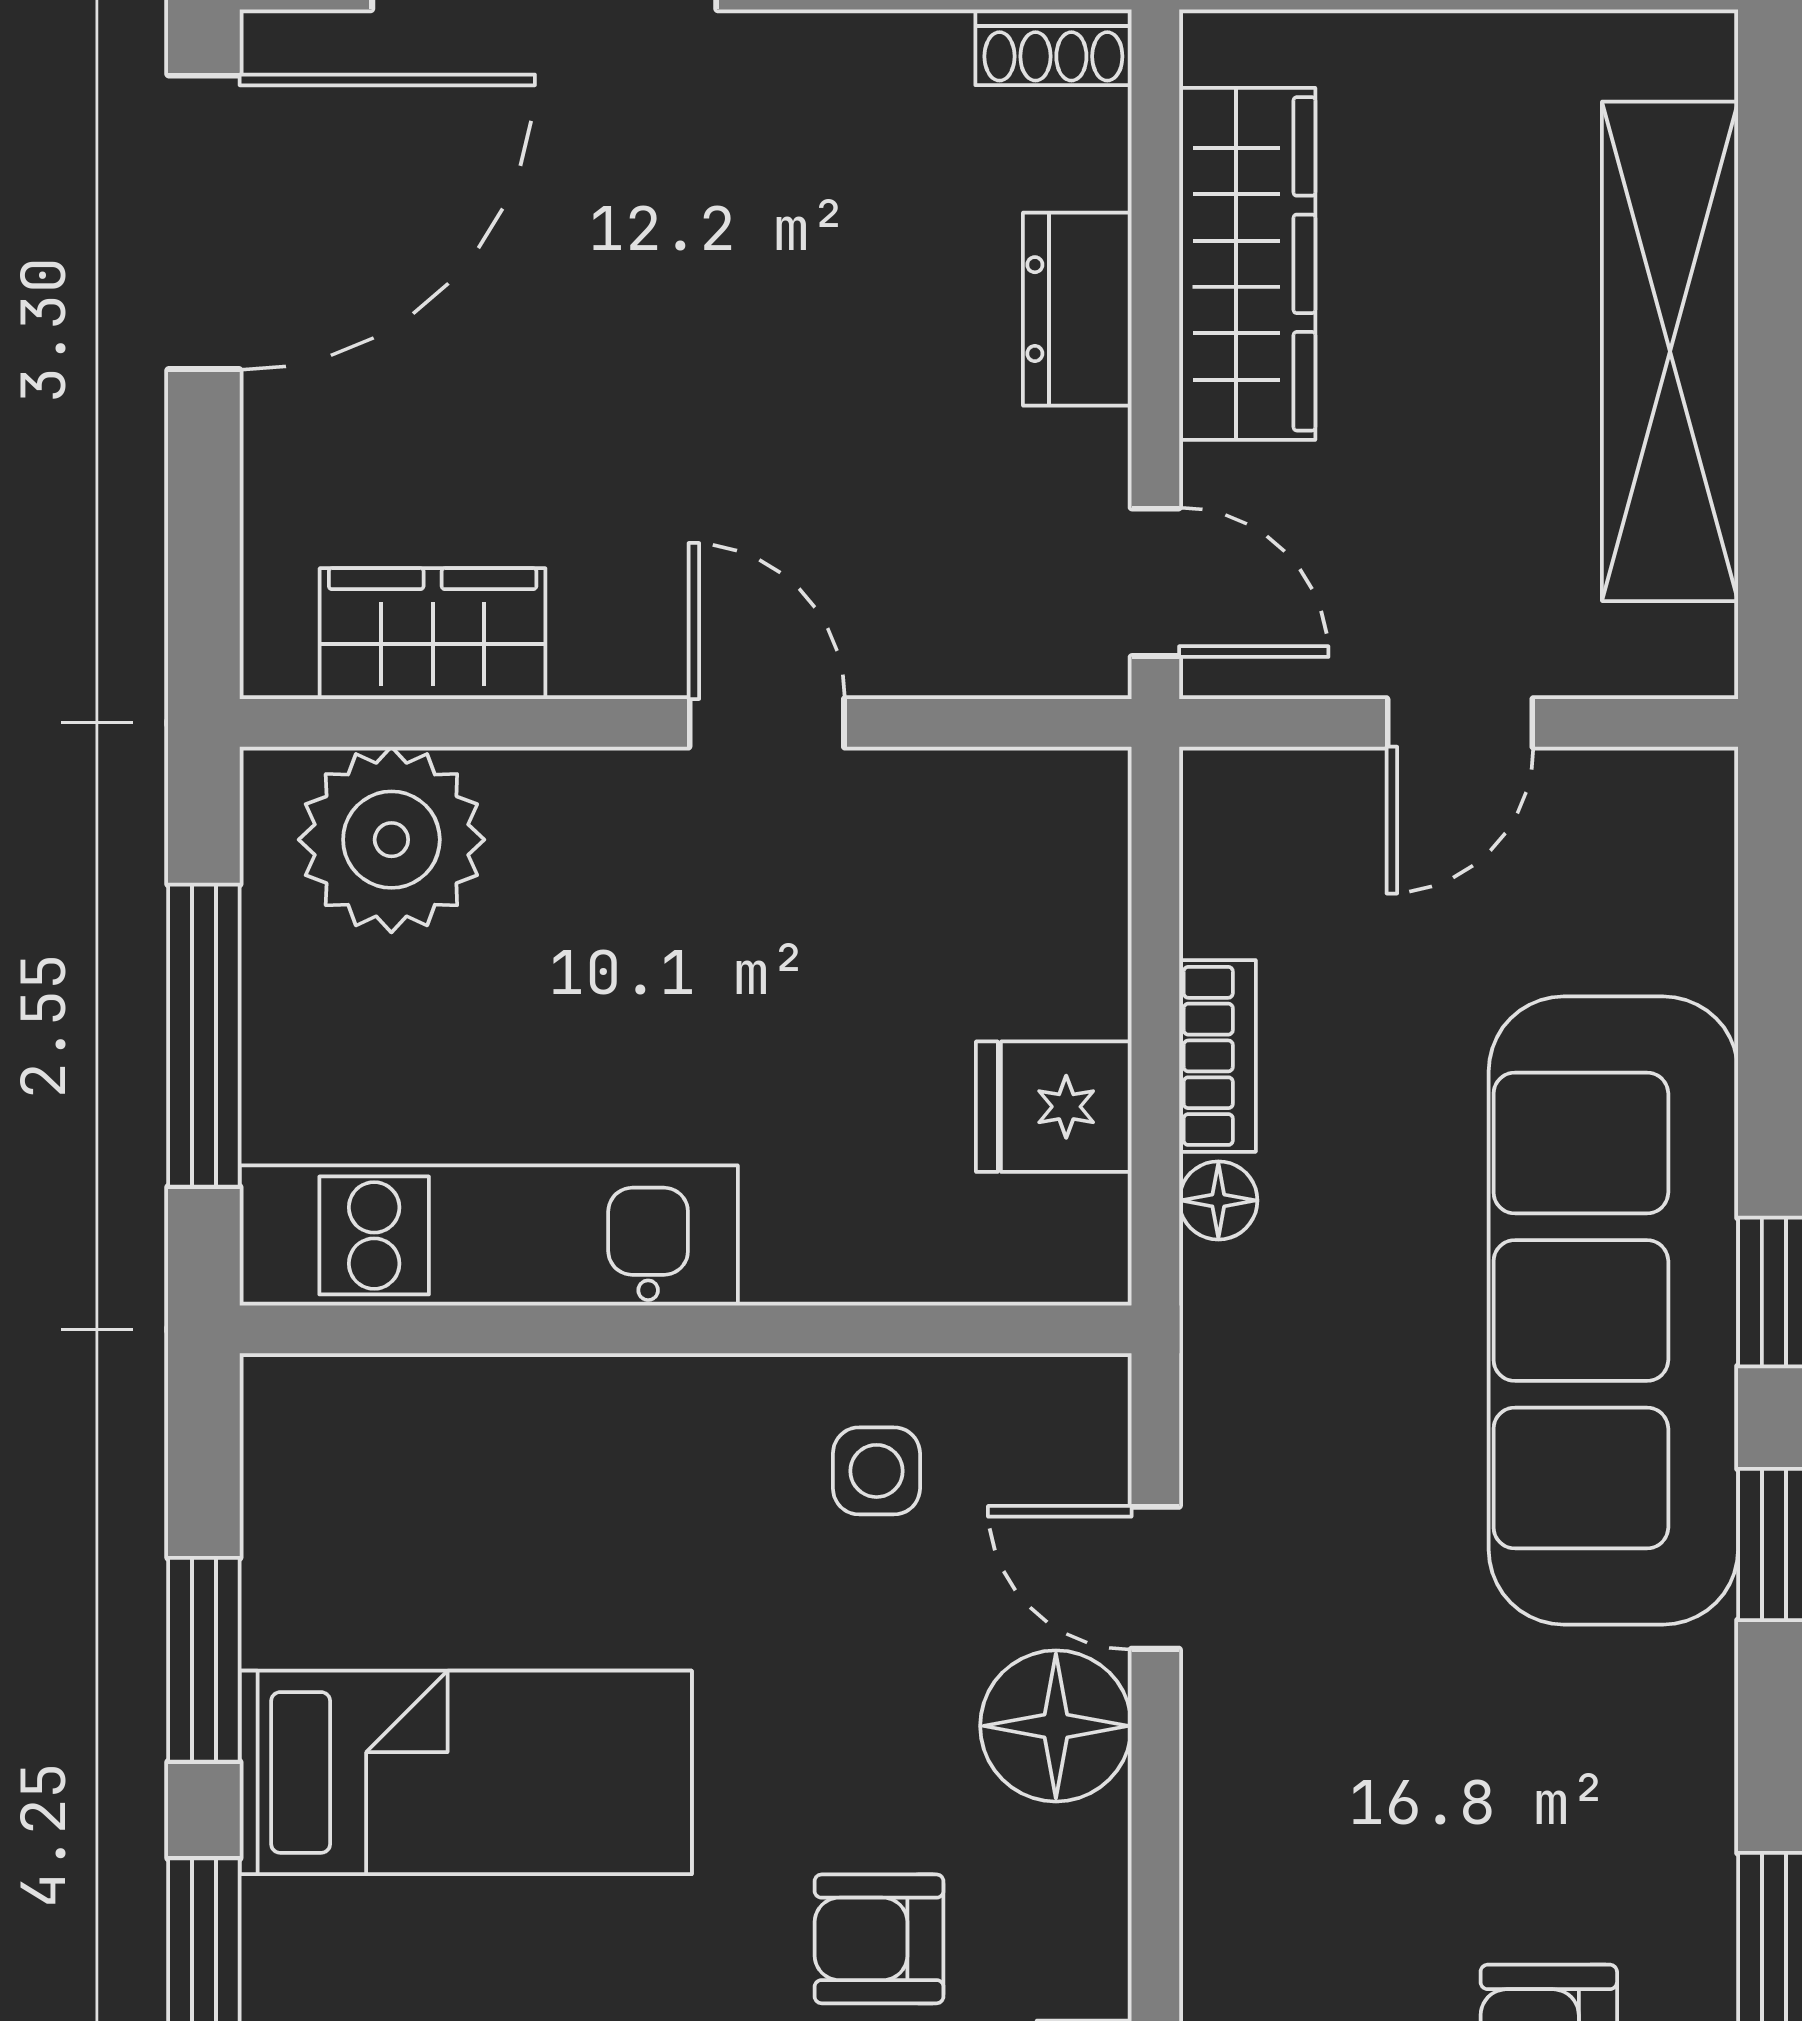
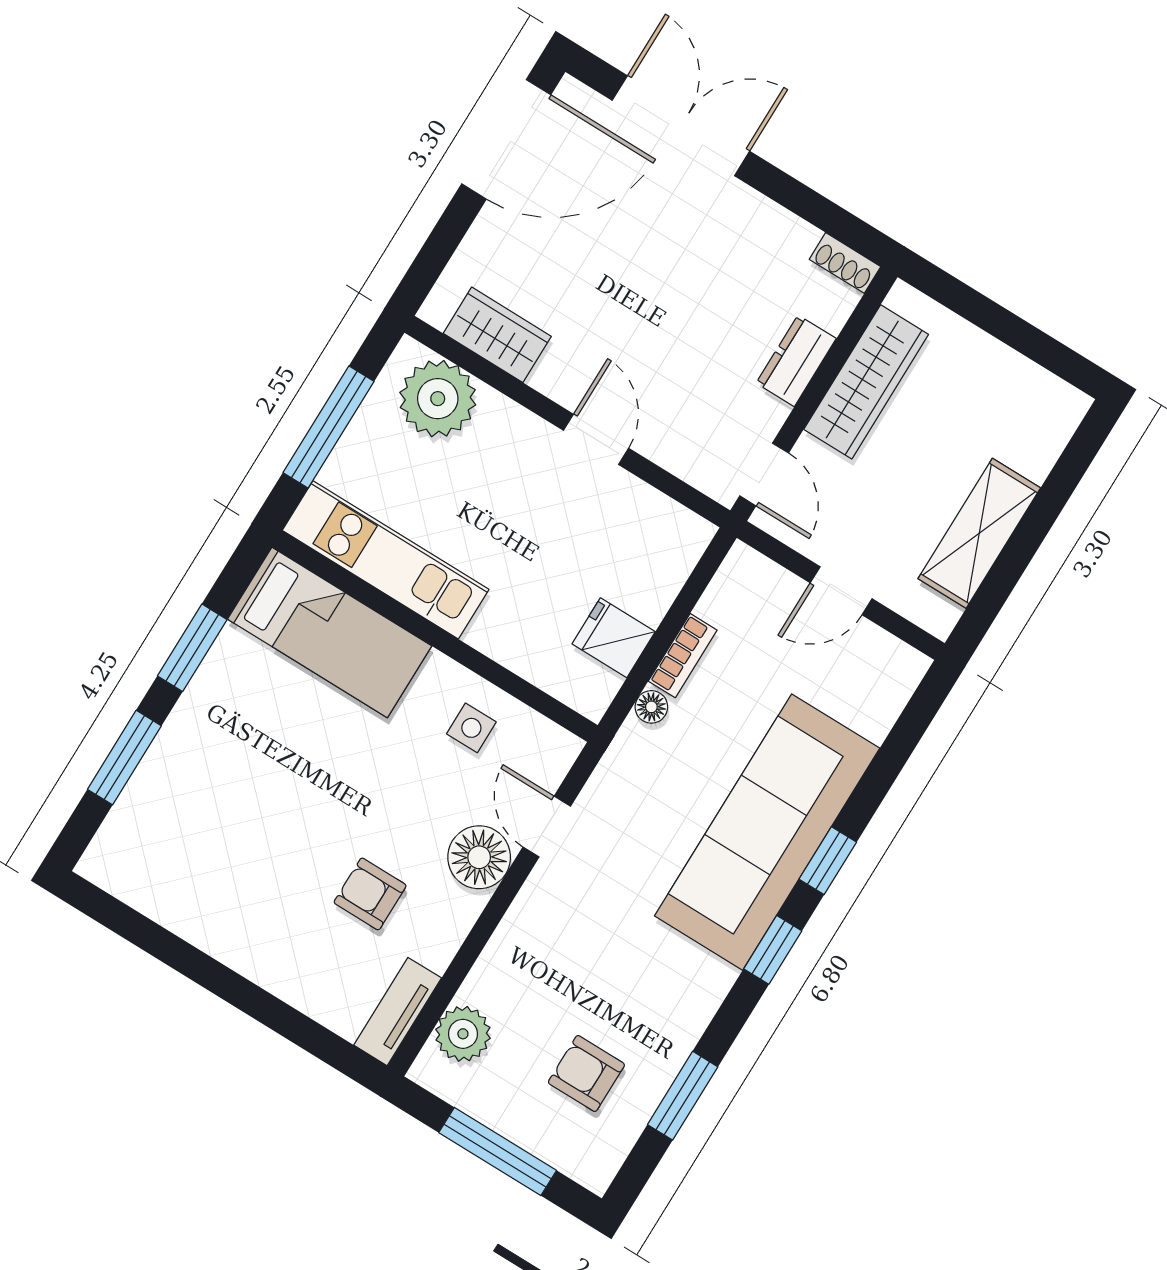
shelving: (1670, 351) -> (979, 533), width x0.68
bed: (466, 1772) -> (330, 632), moved

